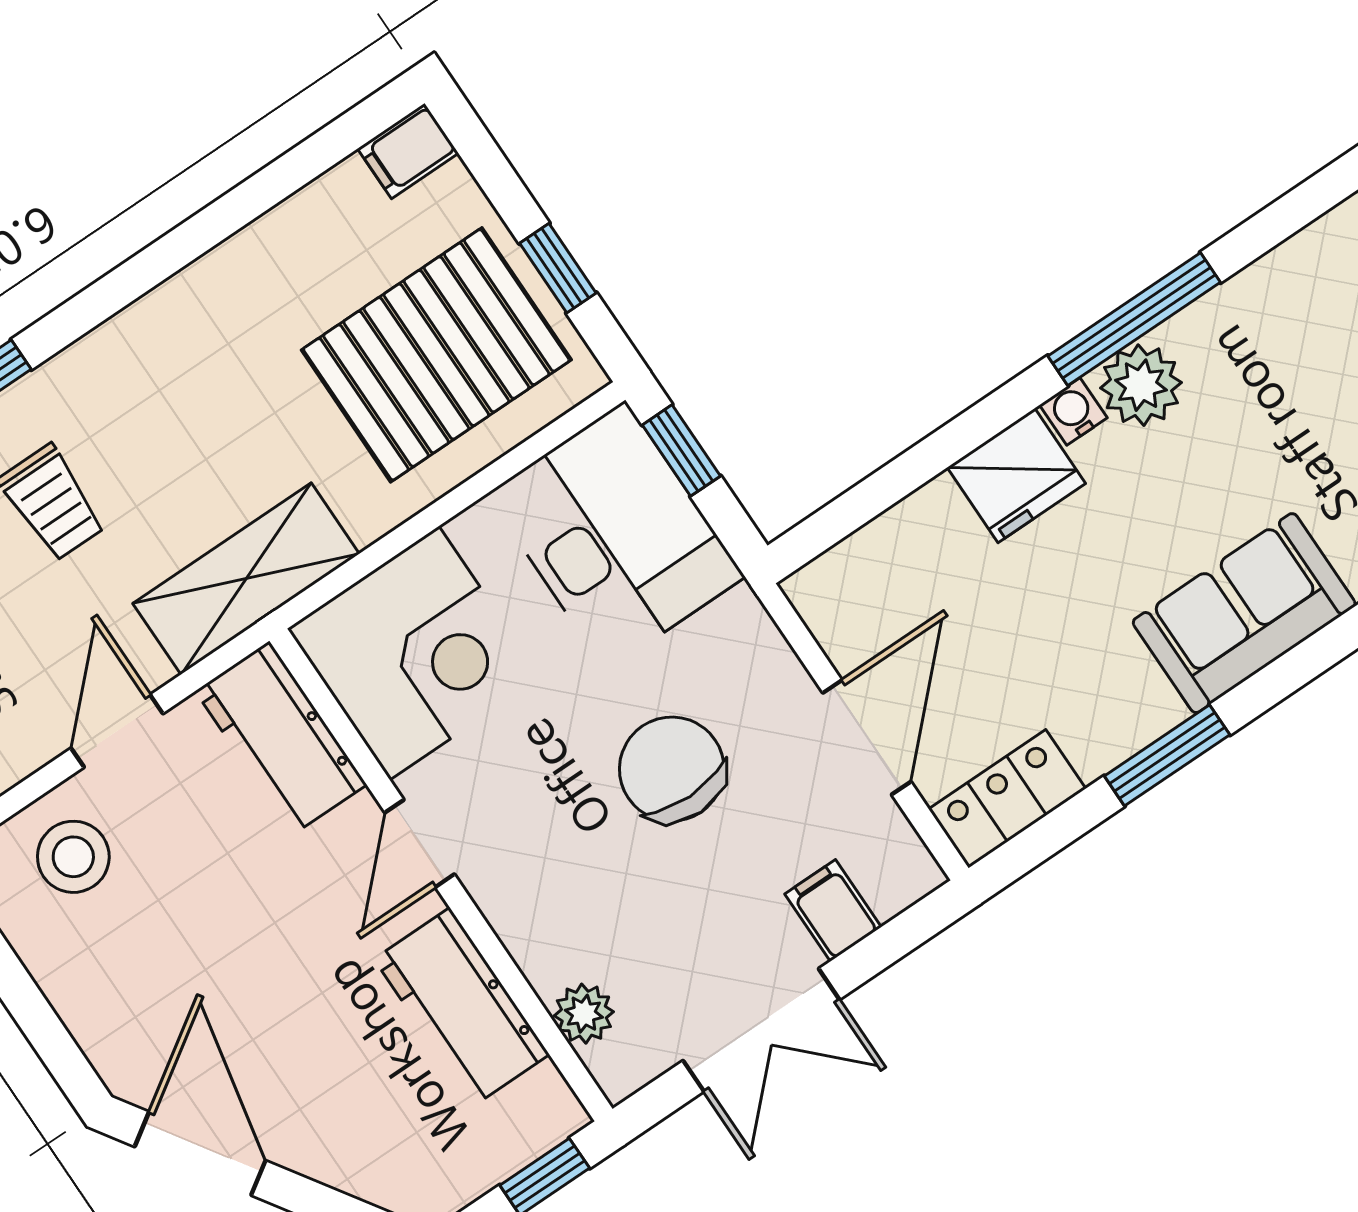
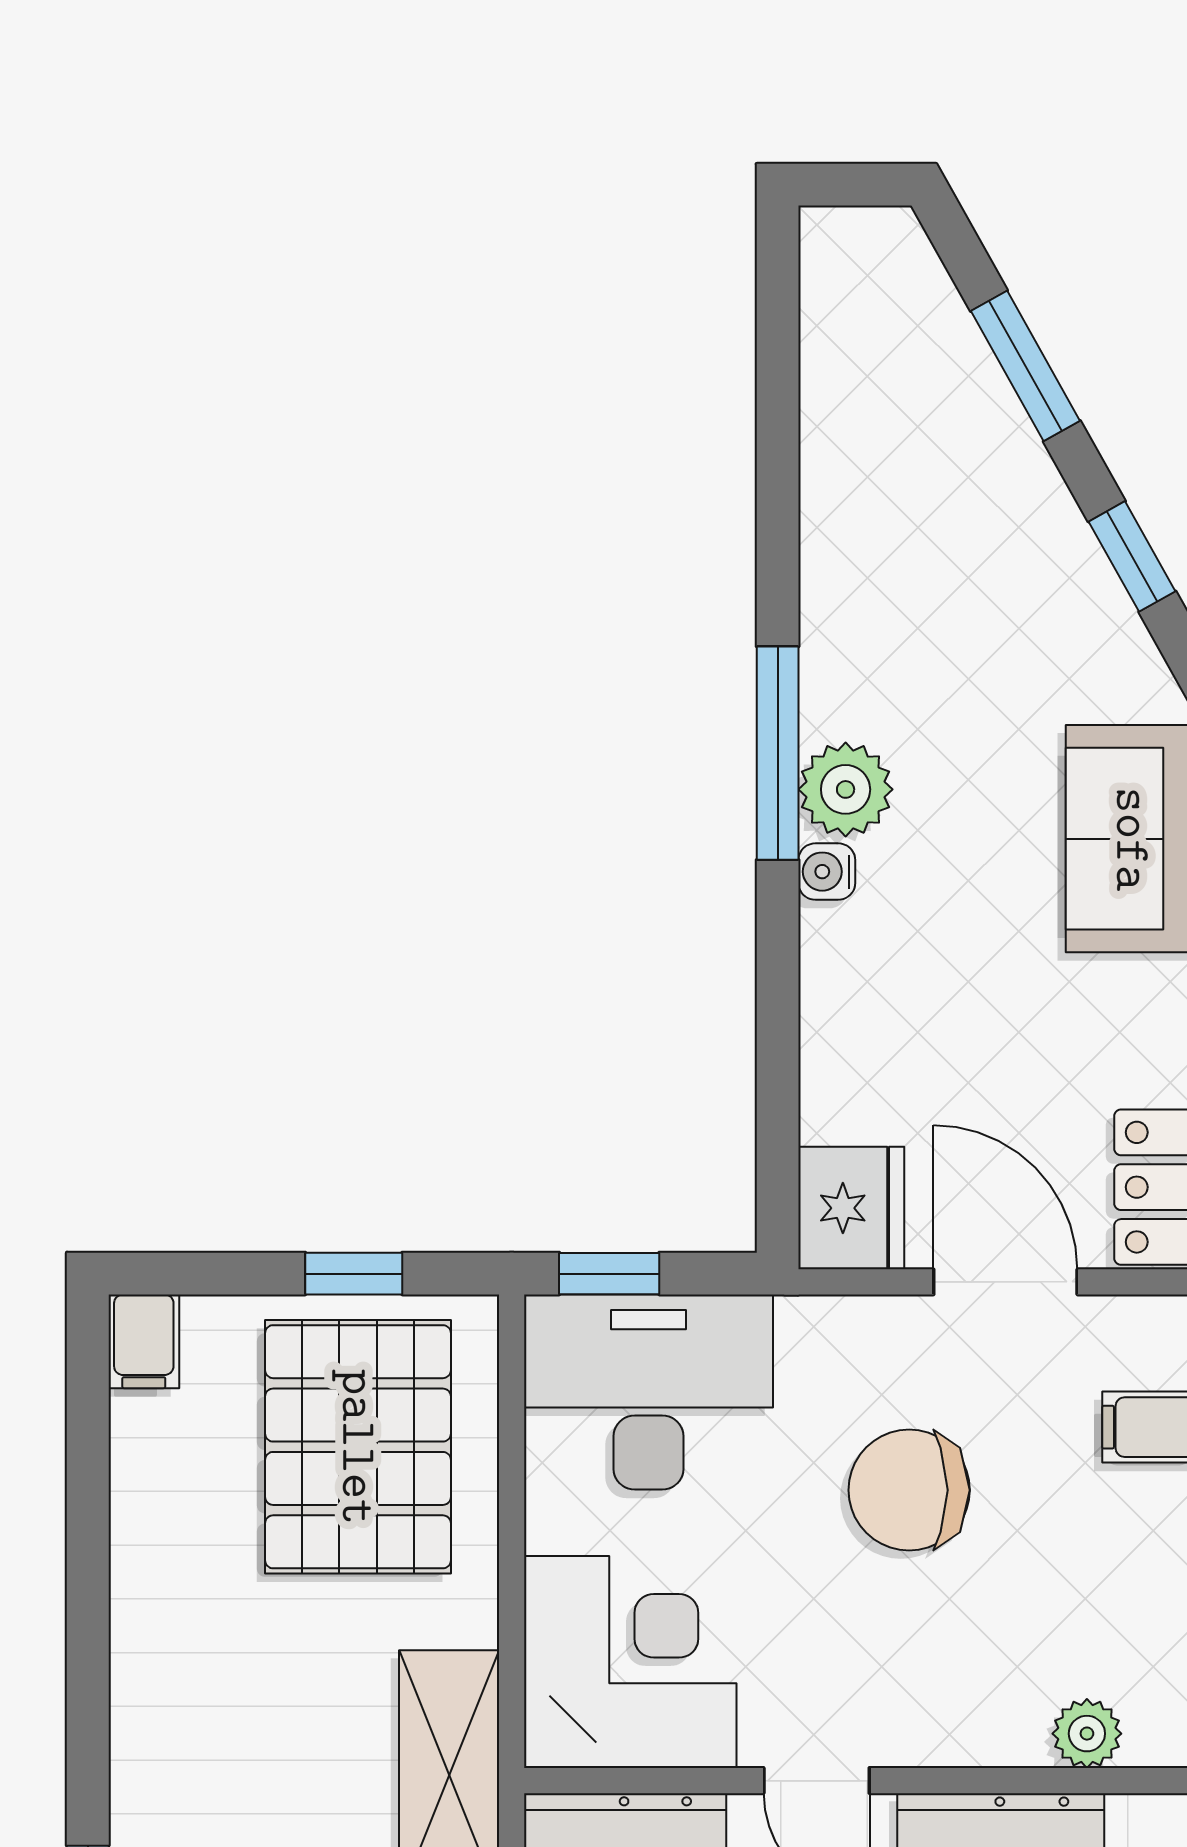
fridge: (1016, 475) -> (851, 1208), moved

